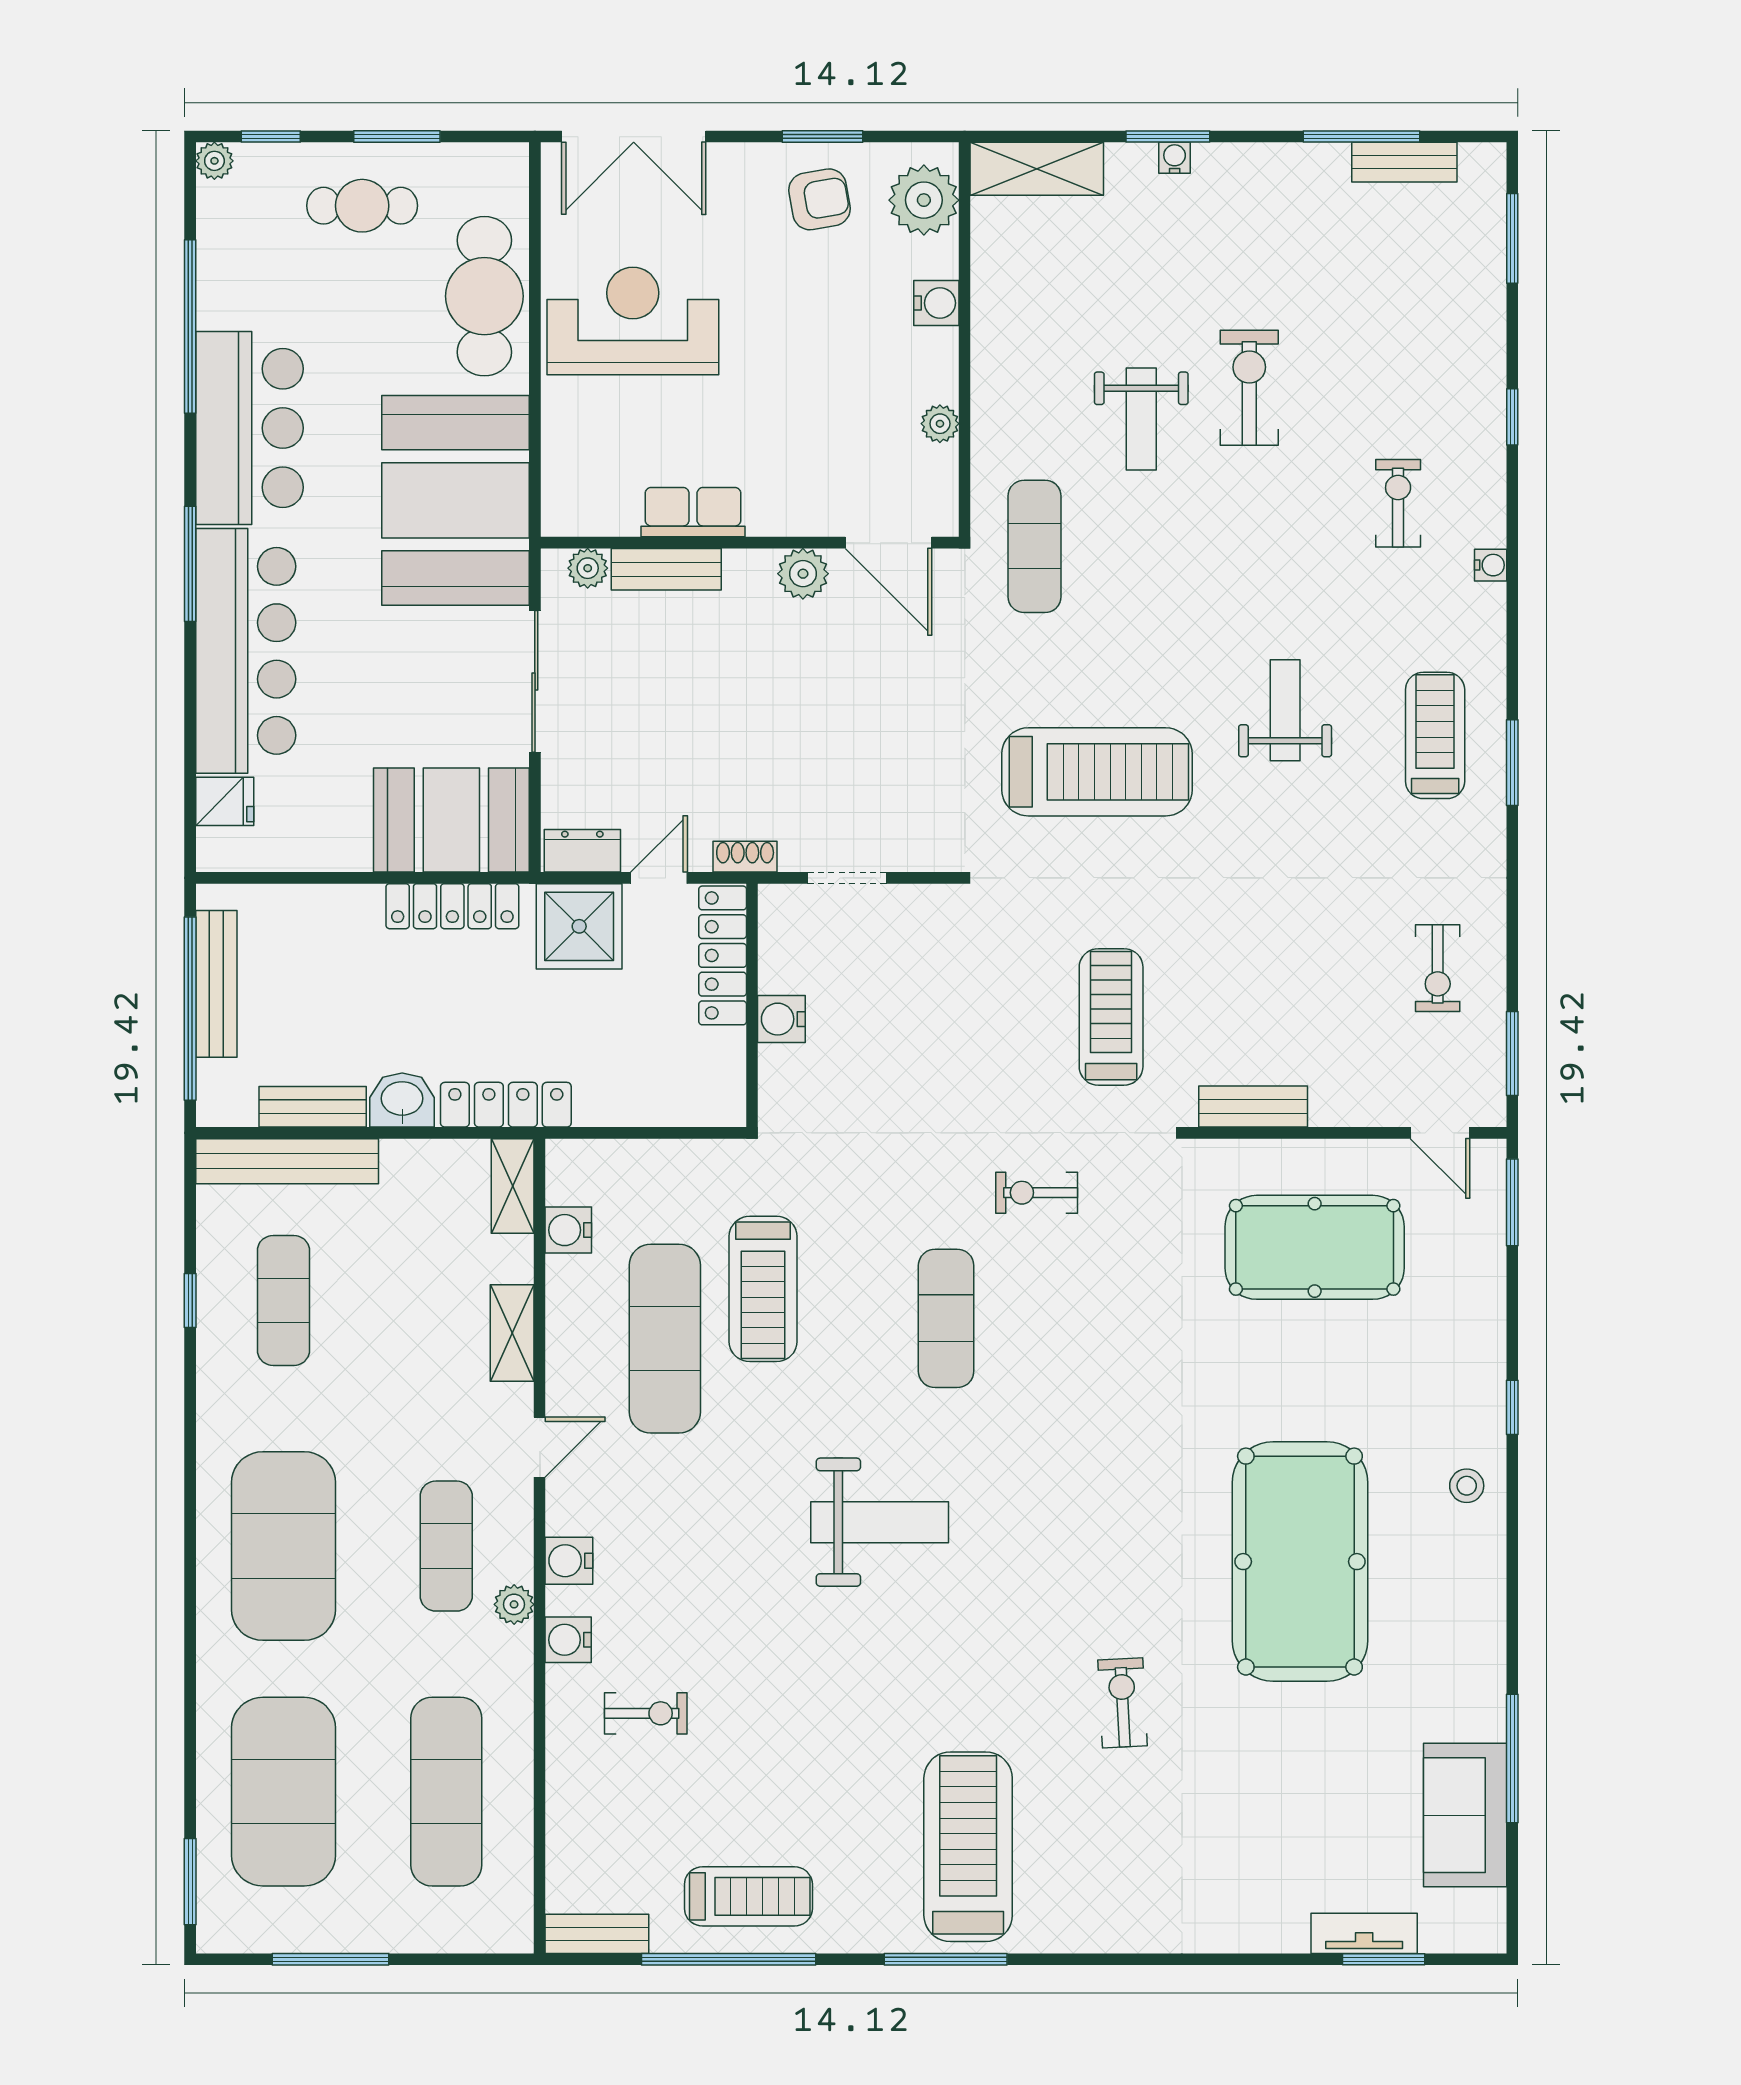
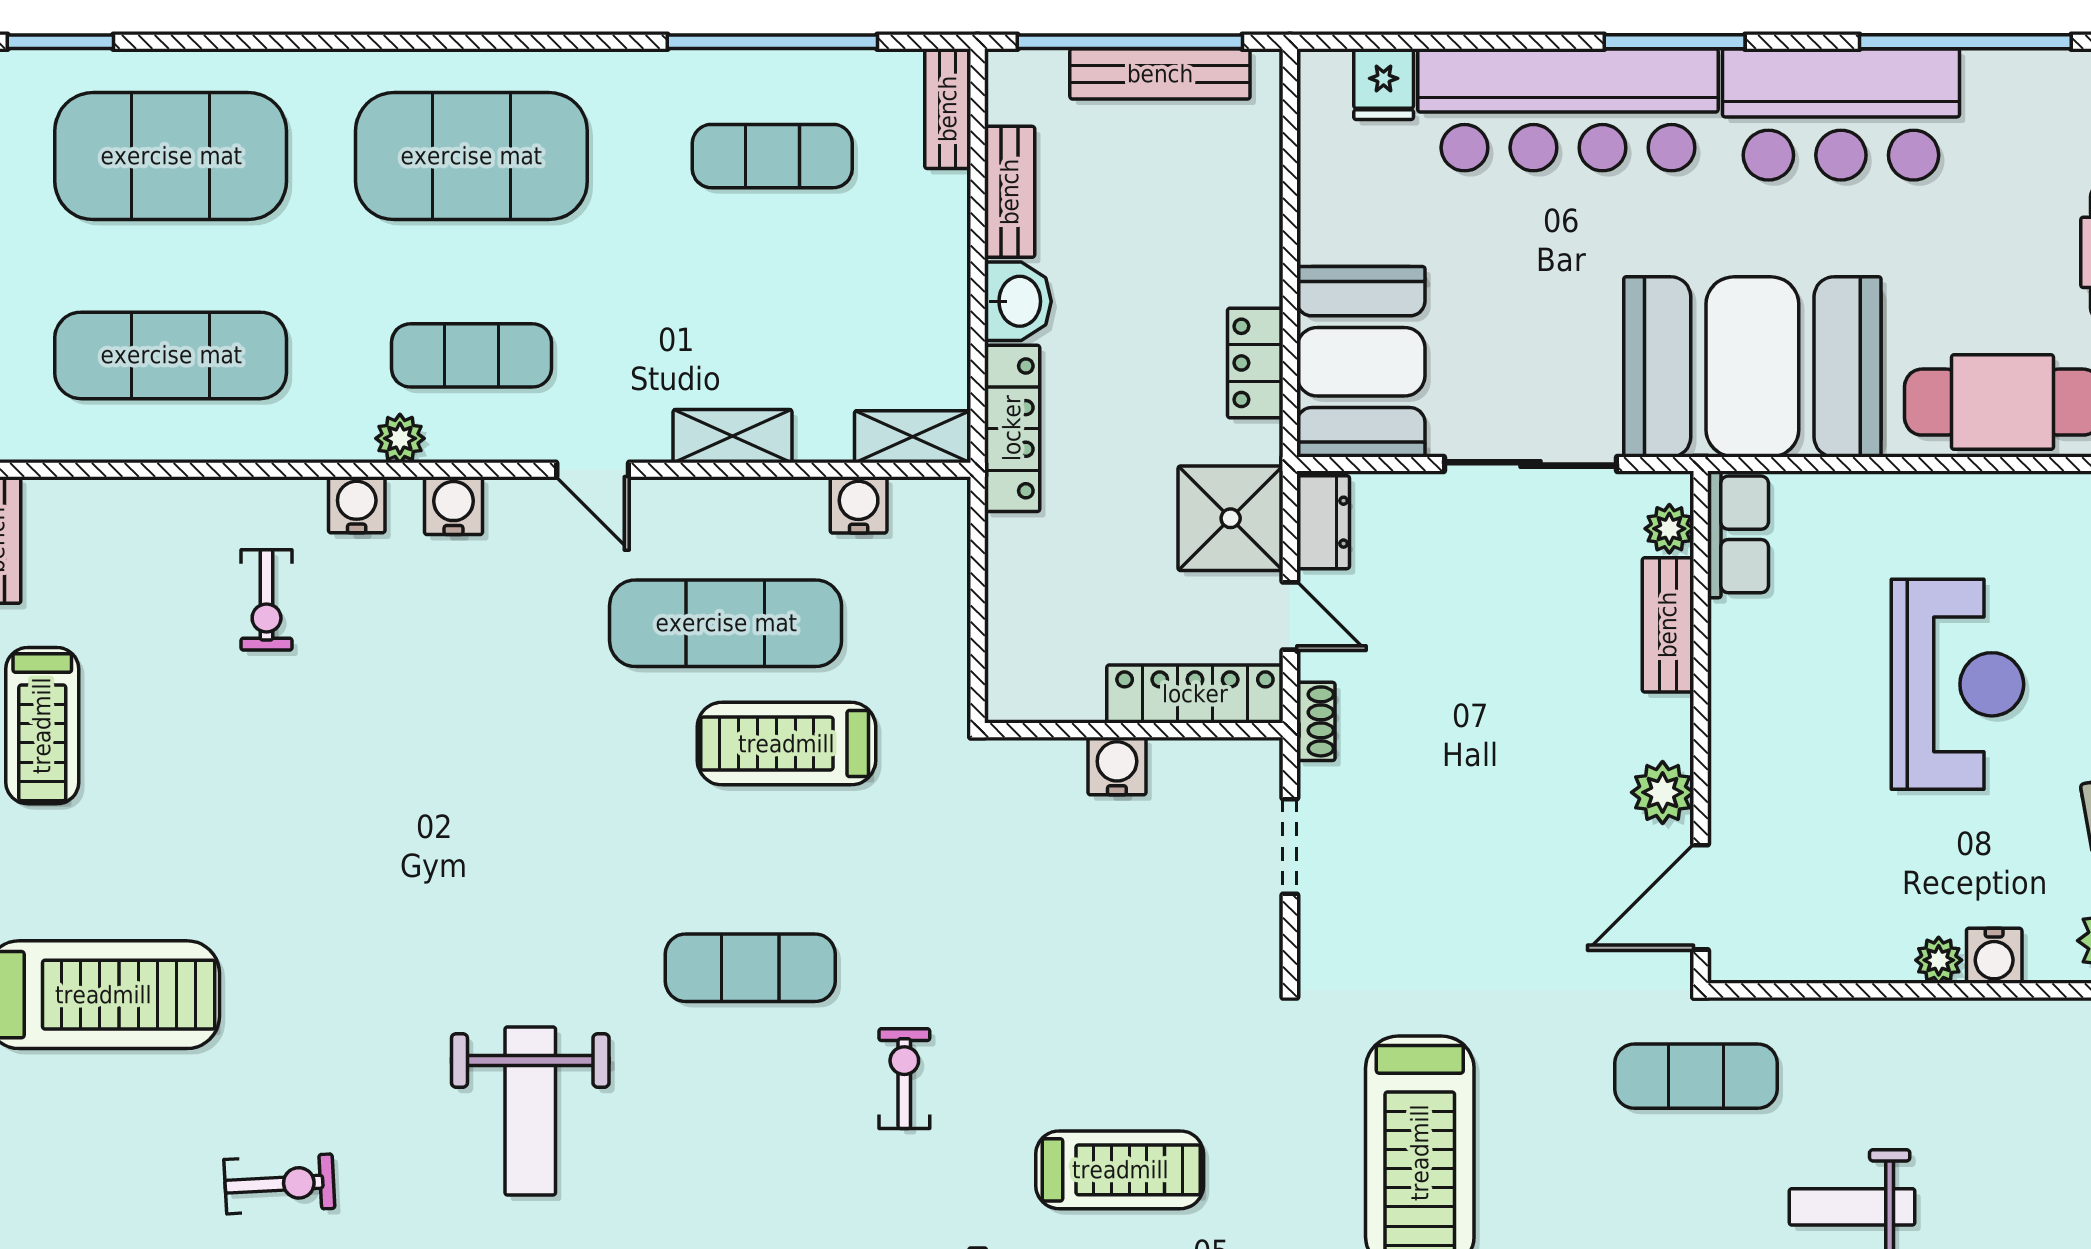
reception desk: (633, 321) -> (1957, 684), moved
plant: (940, 424) -> (1939, 960), moved
row of seats: (693, 512) -> (1738, 534), moved
locker: (452, 906) -> (1255, 363), width x0.66
bench: (287, 1161) -> (948, 109), width x0.54, depth x0.82
window: (190, 1300) -> (772, 42), width x3.17
weight bench: (880, 1522) -> (530, 1111), moved

